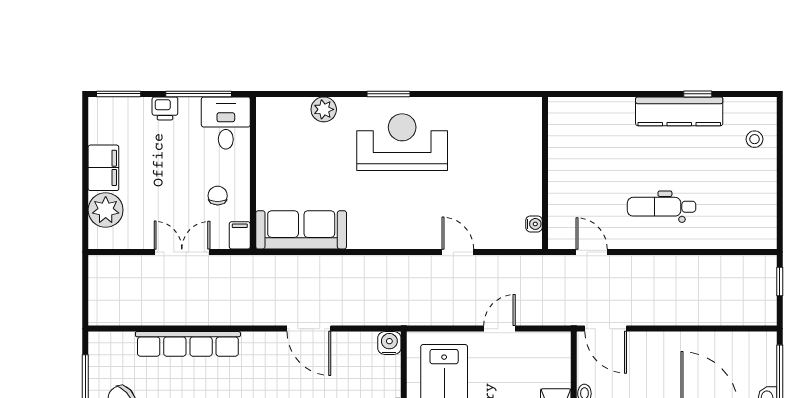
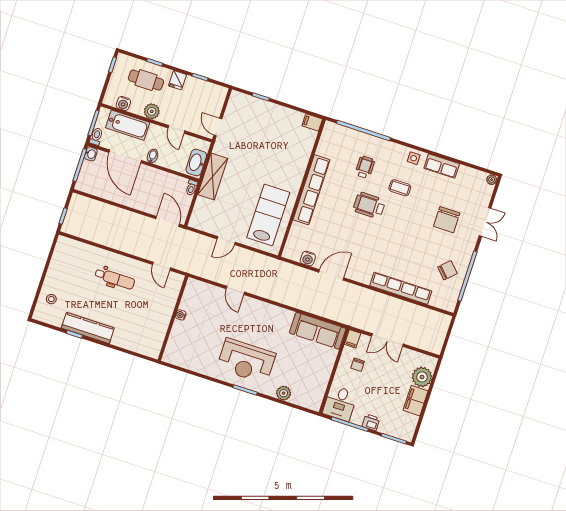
water cooler: (534, 224) -> (181, 315), moved
door: (309, 329) -> (331, 275), hinge flipped
water cooler: (389, 343) -> (308, 258), moved

